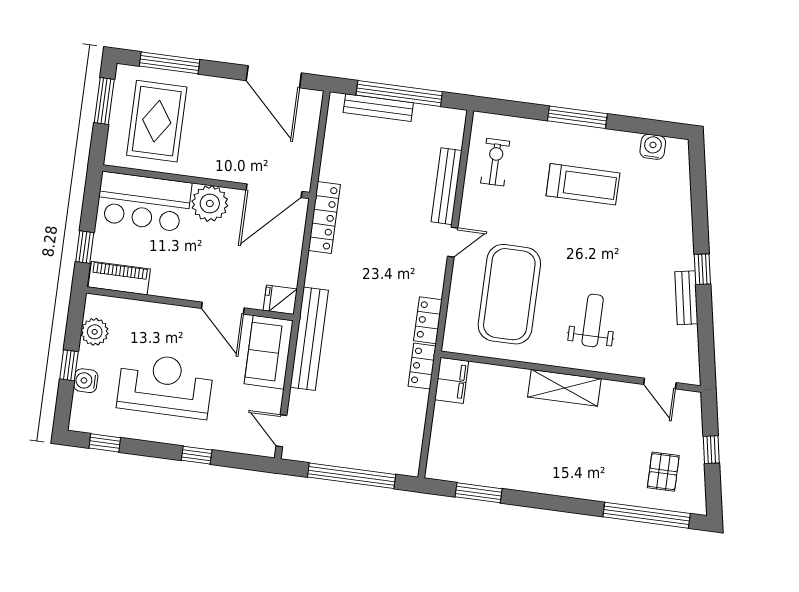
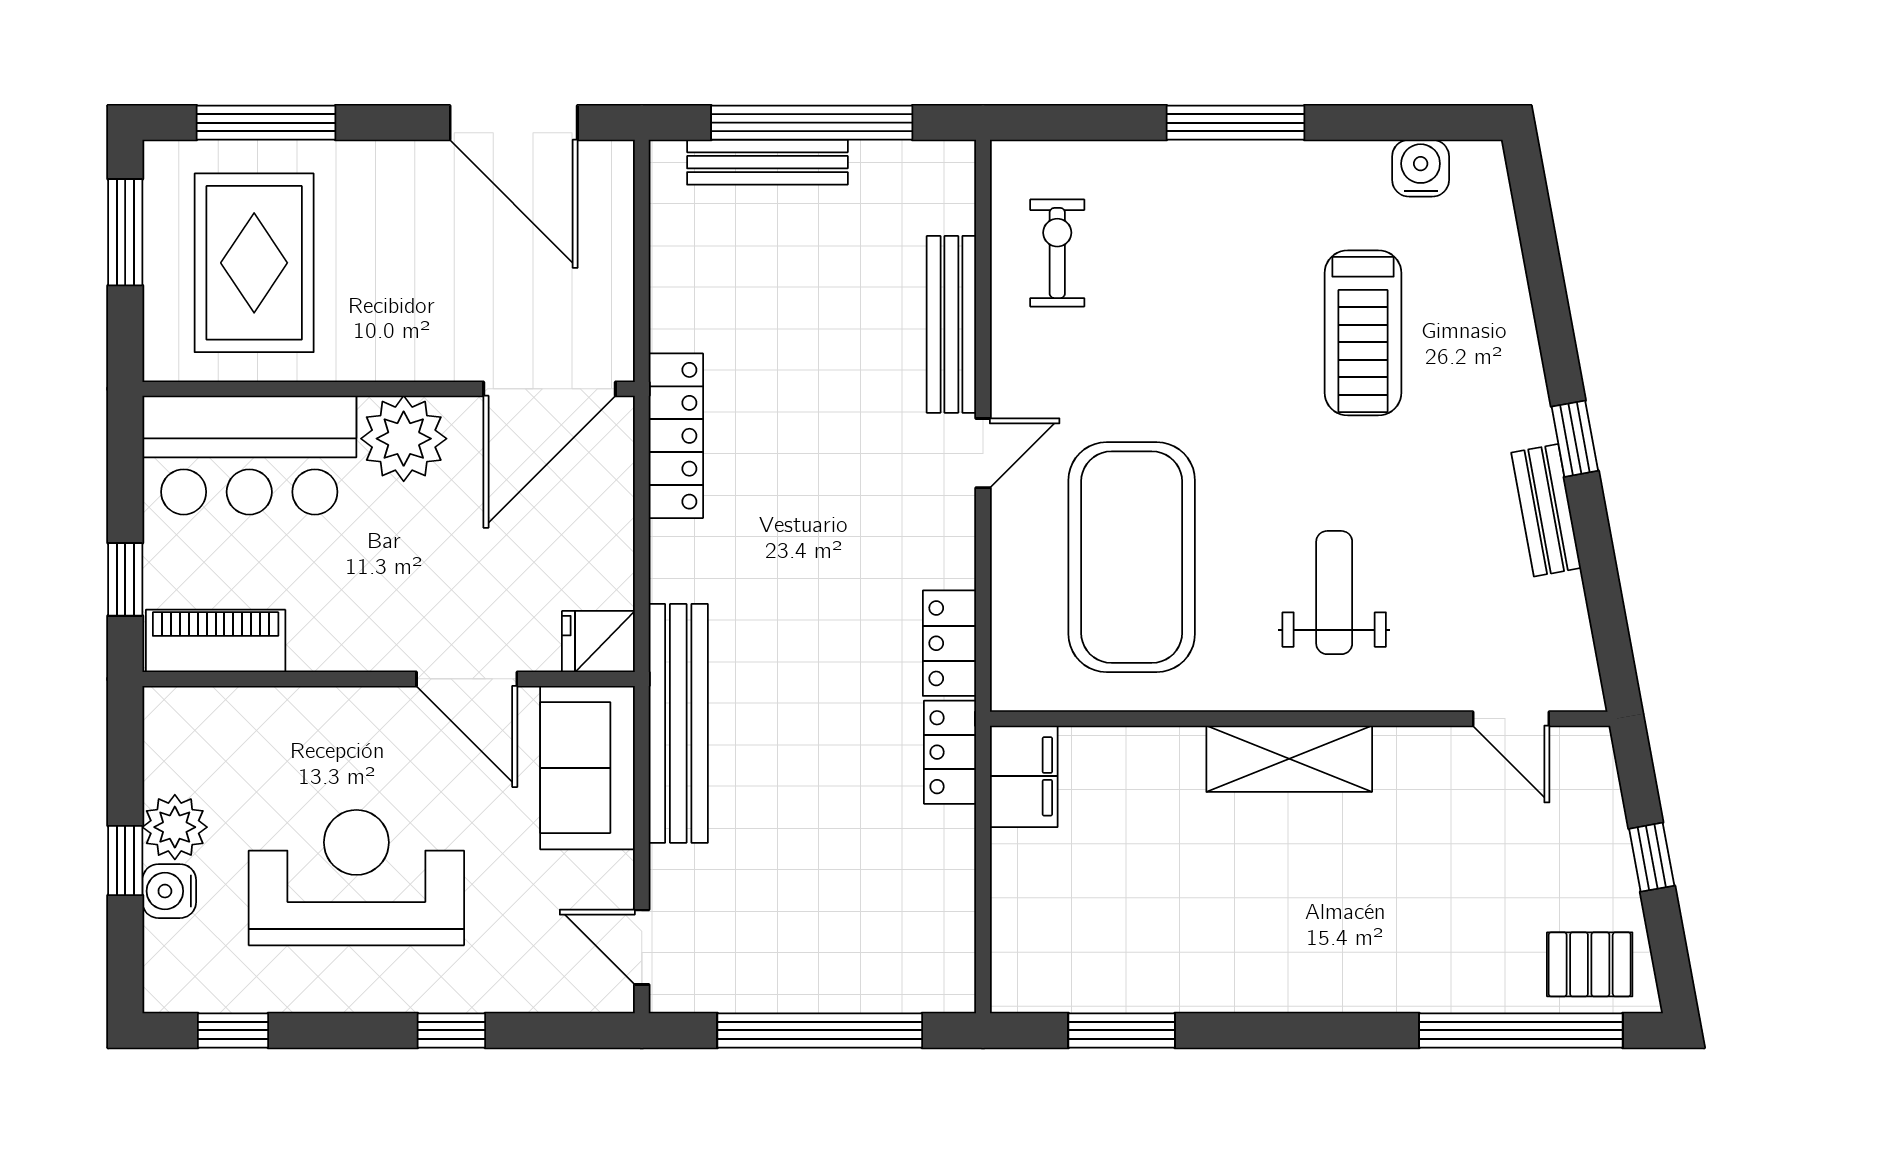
treadmill: (583, 184) -> (1363, 333), moved, turned 90
plant: (95, 332) -> (175, 827), moved
pallet: (663, 472) -> (1590, 964), moved, turned 90

